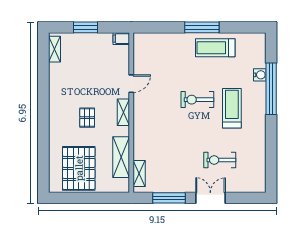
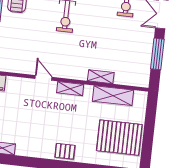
pallet: (87, 118) -> (65, 151), moved
shelving: (139, 173) -> (101, 77), moved

